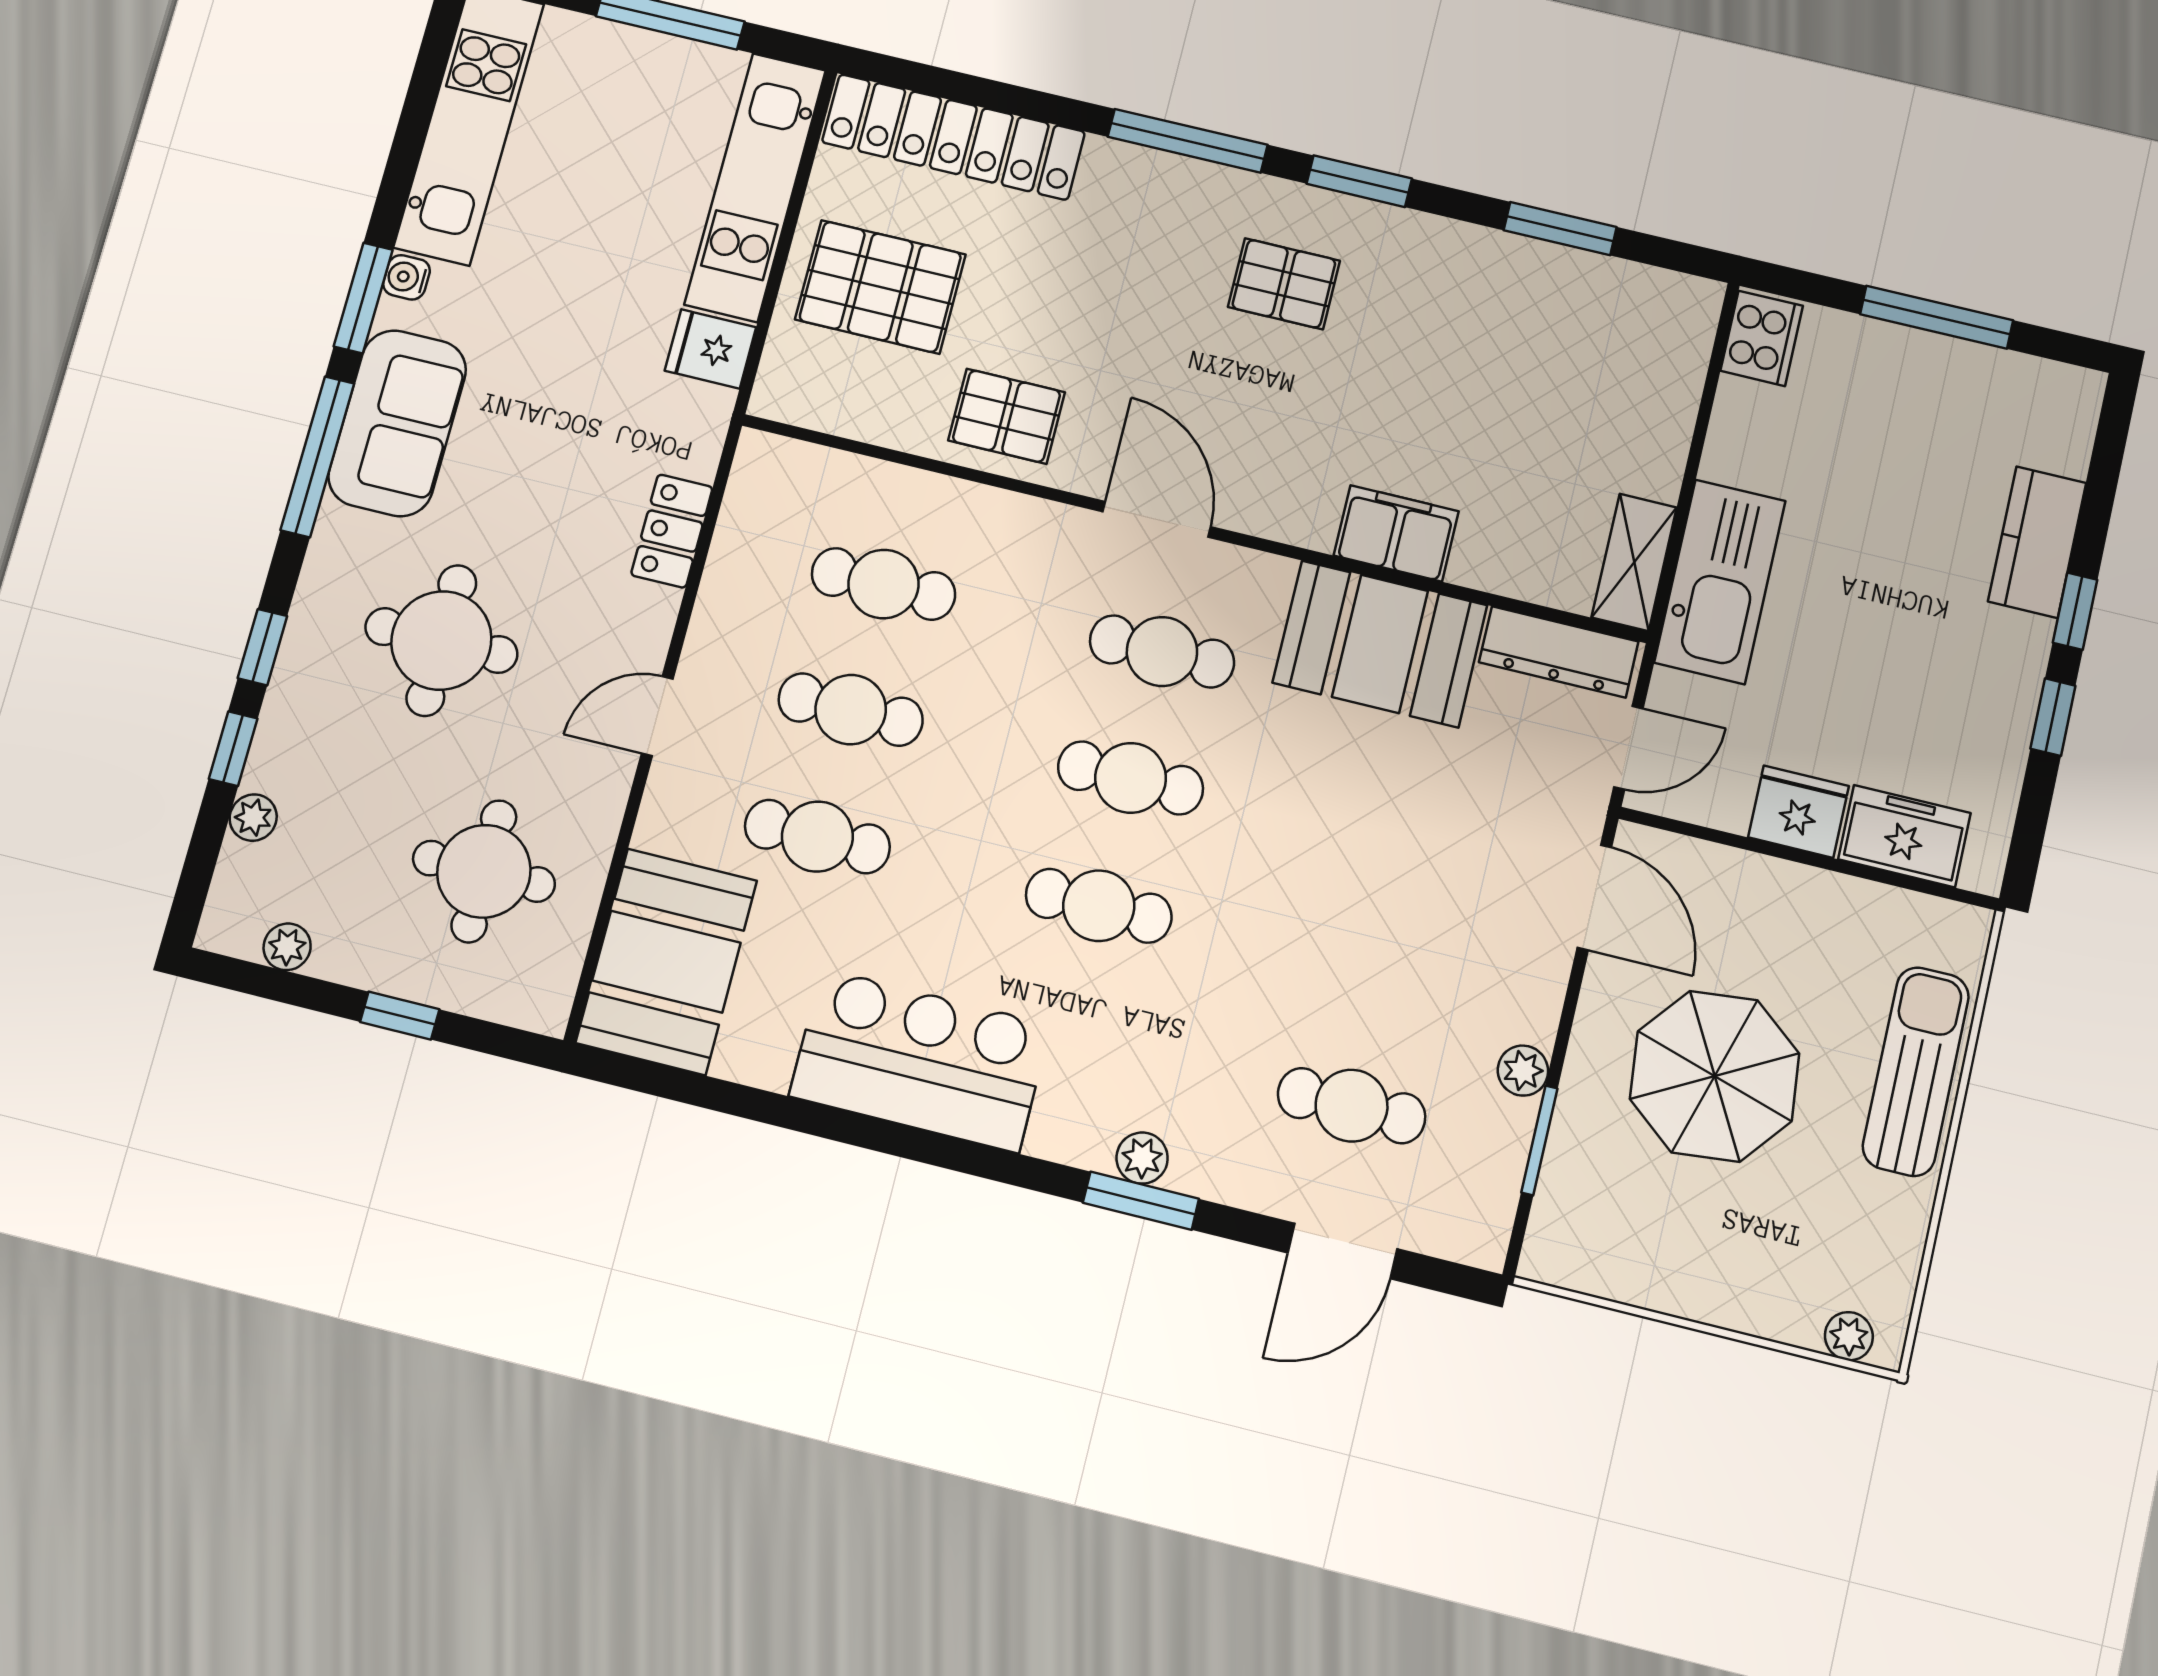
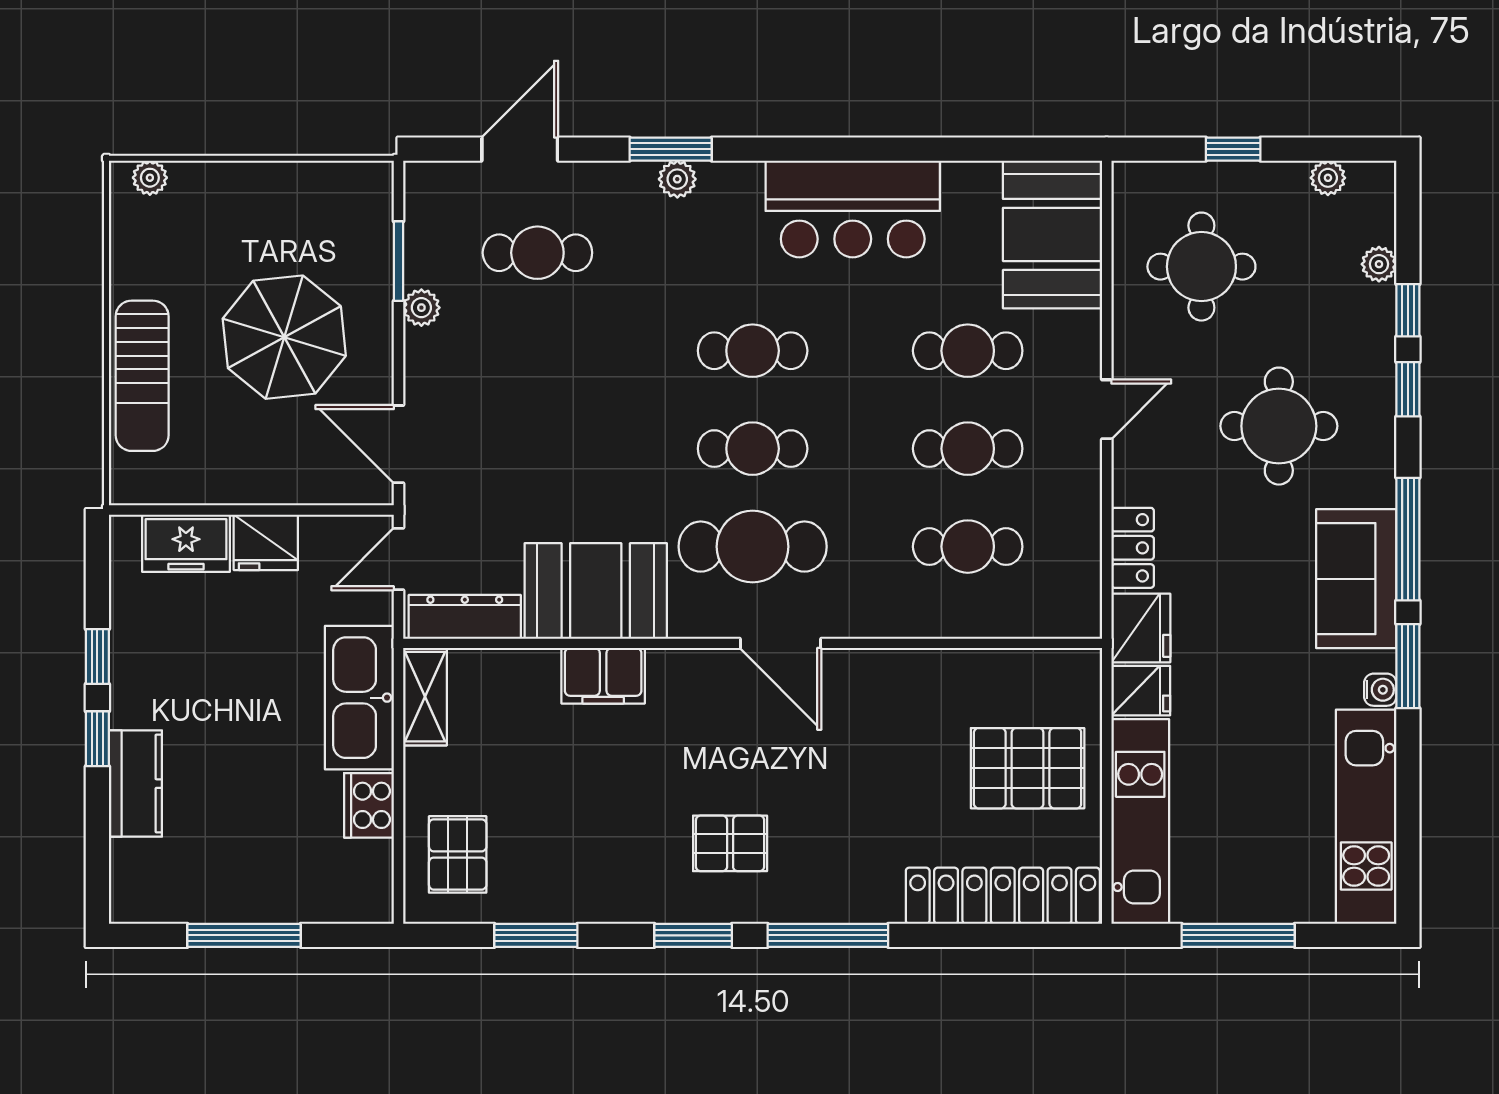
cooker: (1762, 338) -> (369, 805), moved
pallet: (1007, 416) -> (458, 854), moved, turned 90
fridge: (689, 427) -> (1141, 628), added
cafe table: (1162, 652) -> (753, 547), width x1.37, depth x1.35

